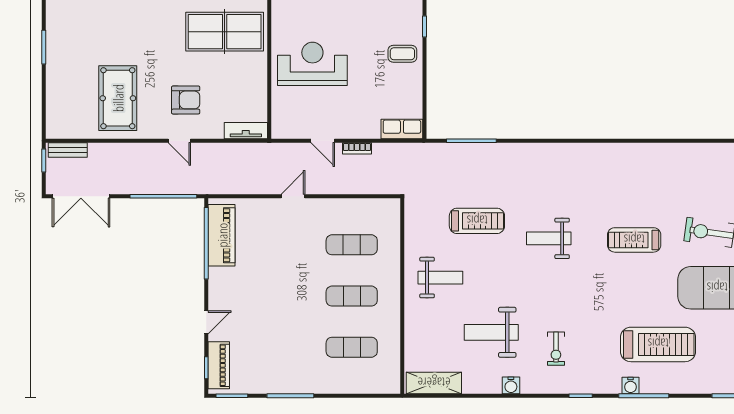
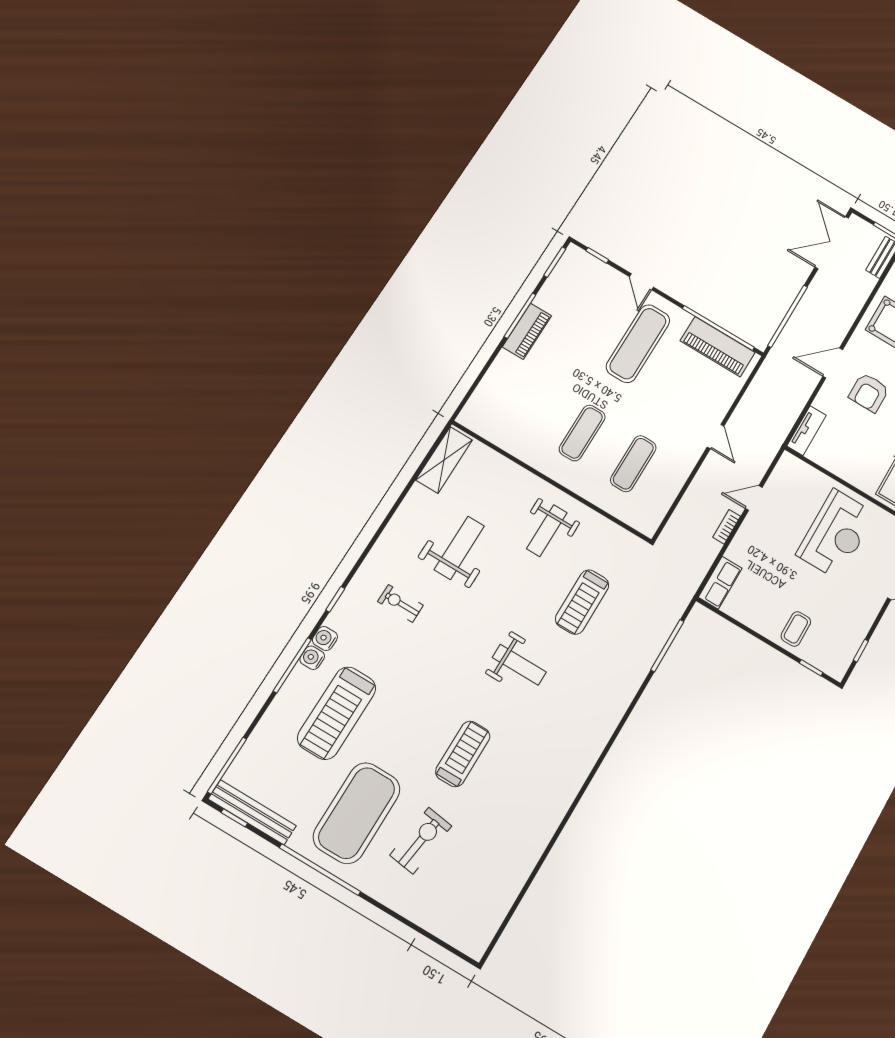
door: (179, 141) -> (833, 363), width x1.38
weight bench: (549, 238) -> (519, 665), turned 90
exercise mat: (352, 347) -> (638, 344), moved, width x1.36, depth x1.45
piano: (219, 365) -> (527, 331), moved, turned -90
water cooler: (511, 385) -> (325, 638), moved

